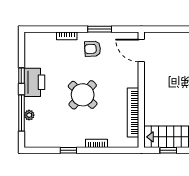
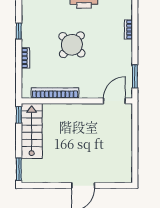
window: (100, 29) -> (135, 76), moved
armchair: (93, 49) -> (116, 54), removed
window: (168, 150) -> (19, 115), moved

